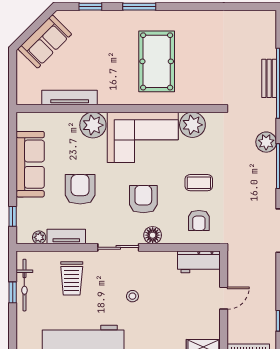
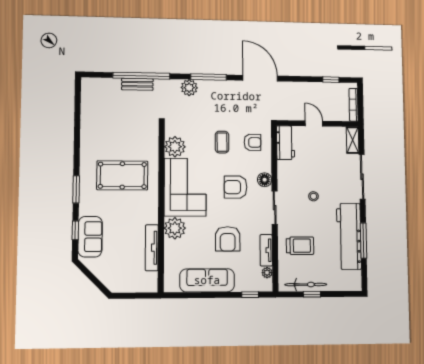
sofa: (45, 41) -> (90, 237), moved, turned 45
armchair: (80, 189) -> (228, 239), turned -90

